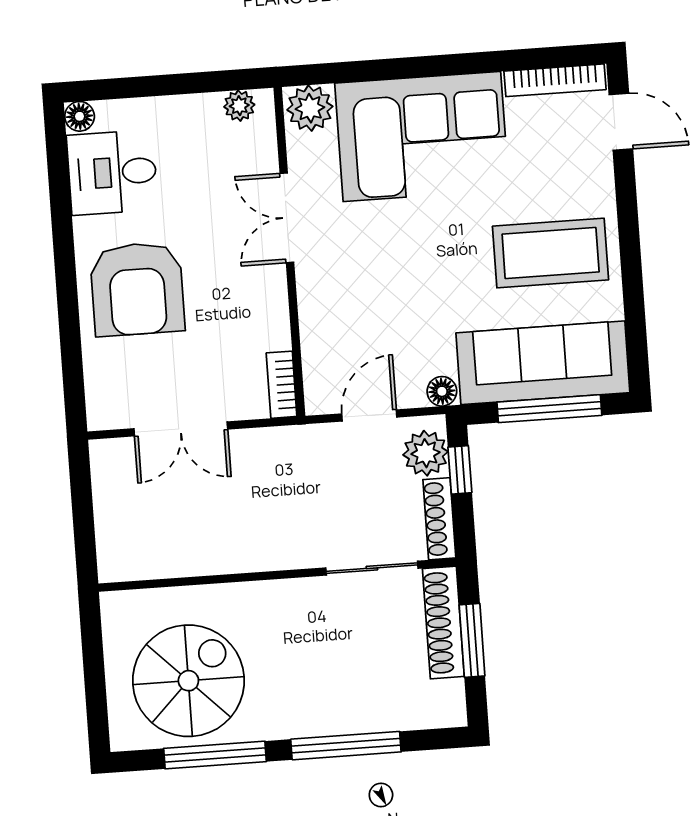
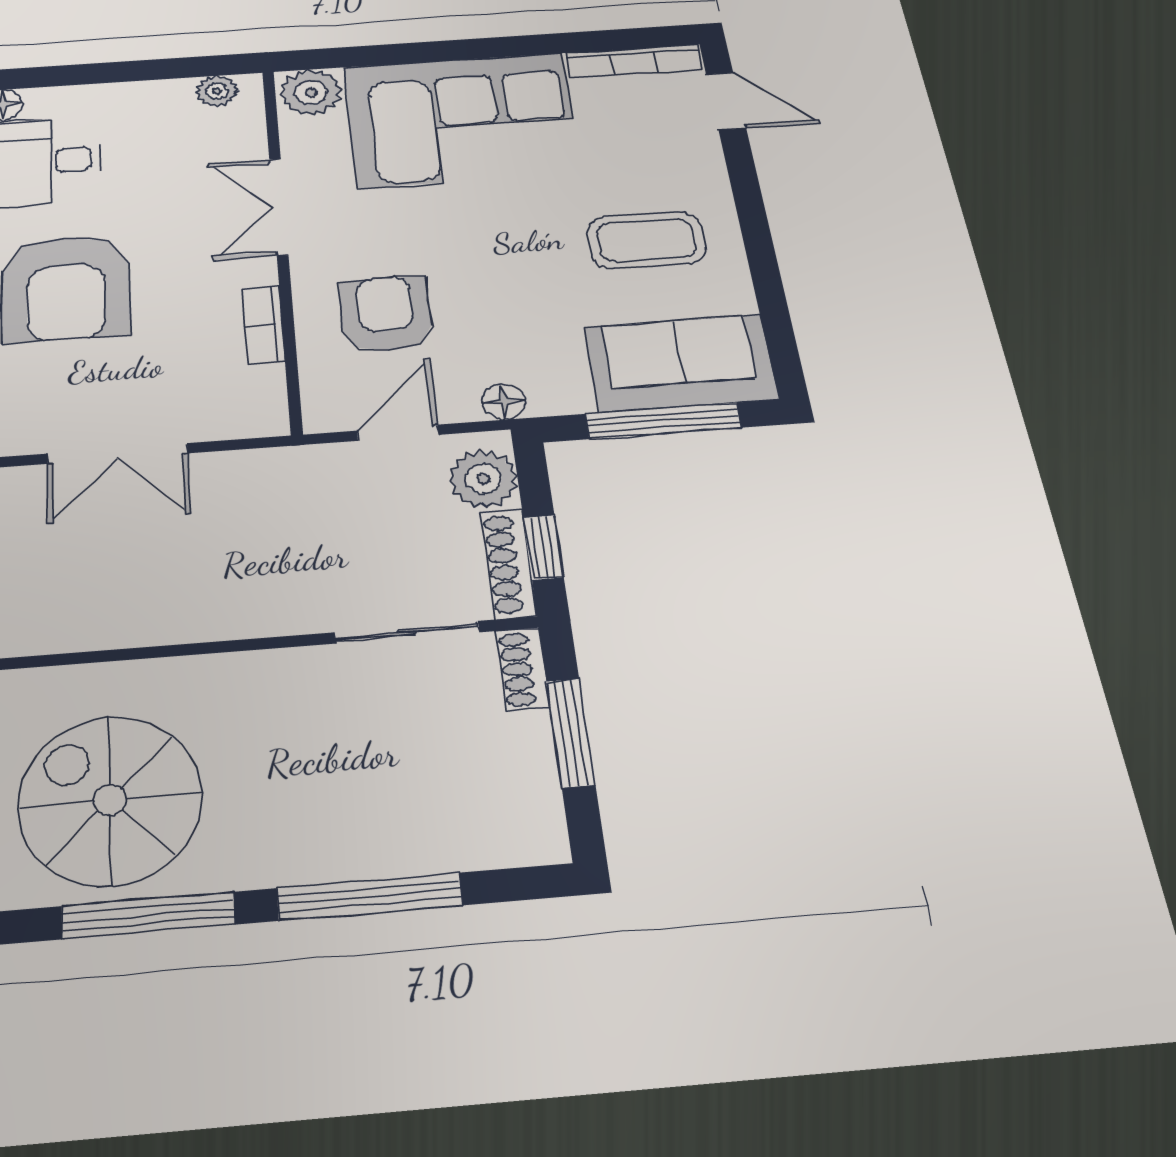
coffee table: (551, 253) -> (646, 240), width x0.73, depth x0.76
armchair: (363, 316) -> (386, 314), added
sofa: (543, 363) -> (680, 363), width x0.73
bookcase: (282, 385) -> (263, 325), moved
window: (460, 470) -> (543, 547), moved
shoe rack: (443, 623) -> (523, 669), width x0.51, depth x0.81
spiral stairs: (188, 681) -> (110, 800), turned -90

